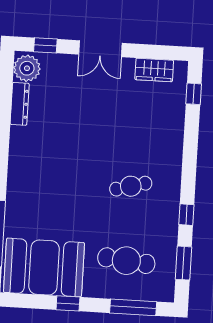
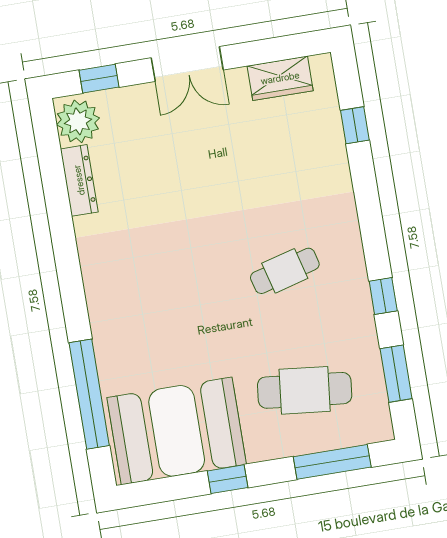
window: (194, 94) -> (355, 125), moved

